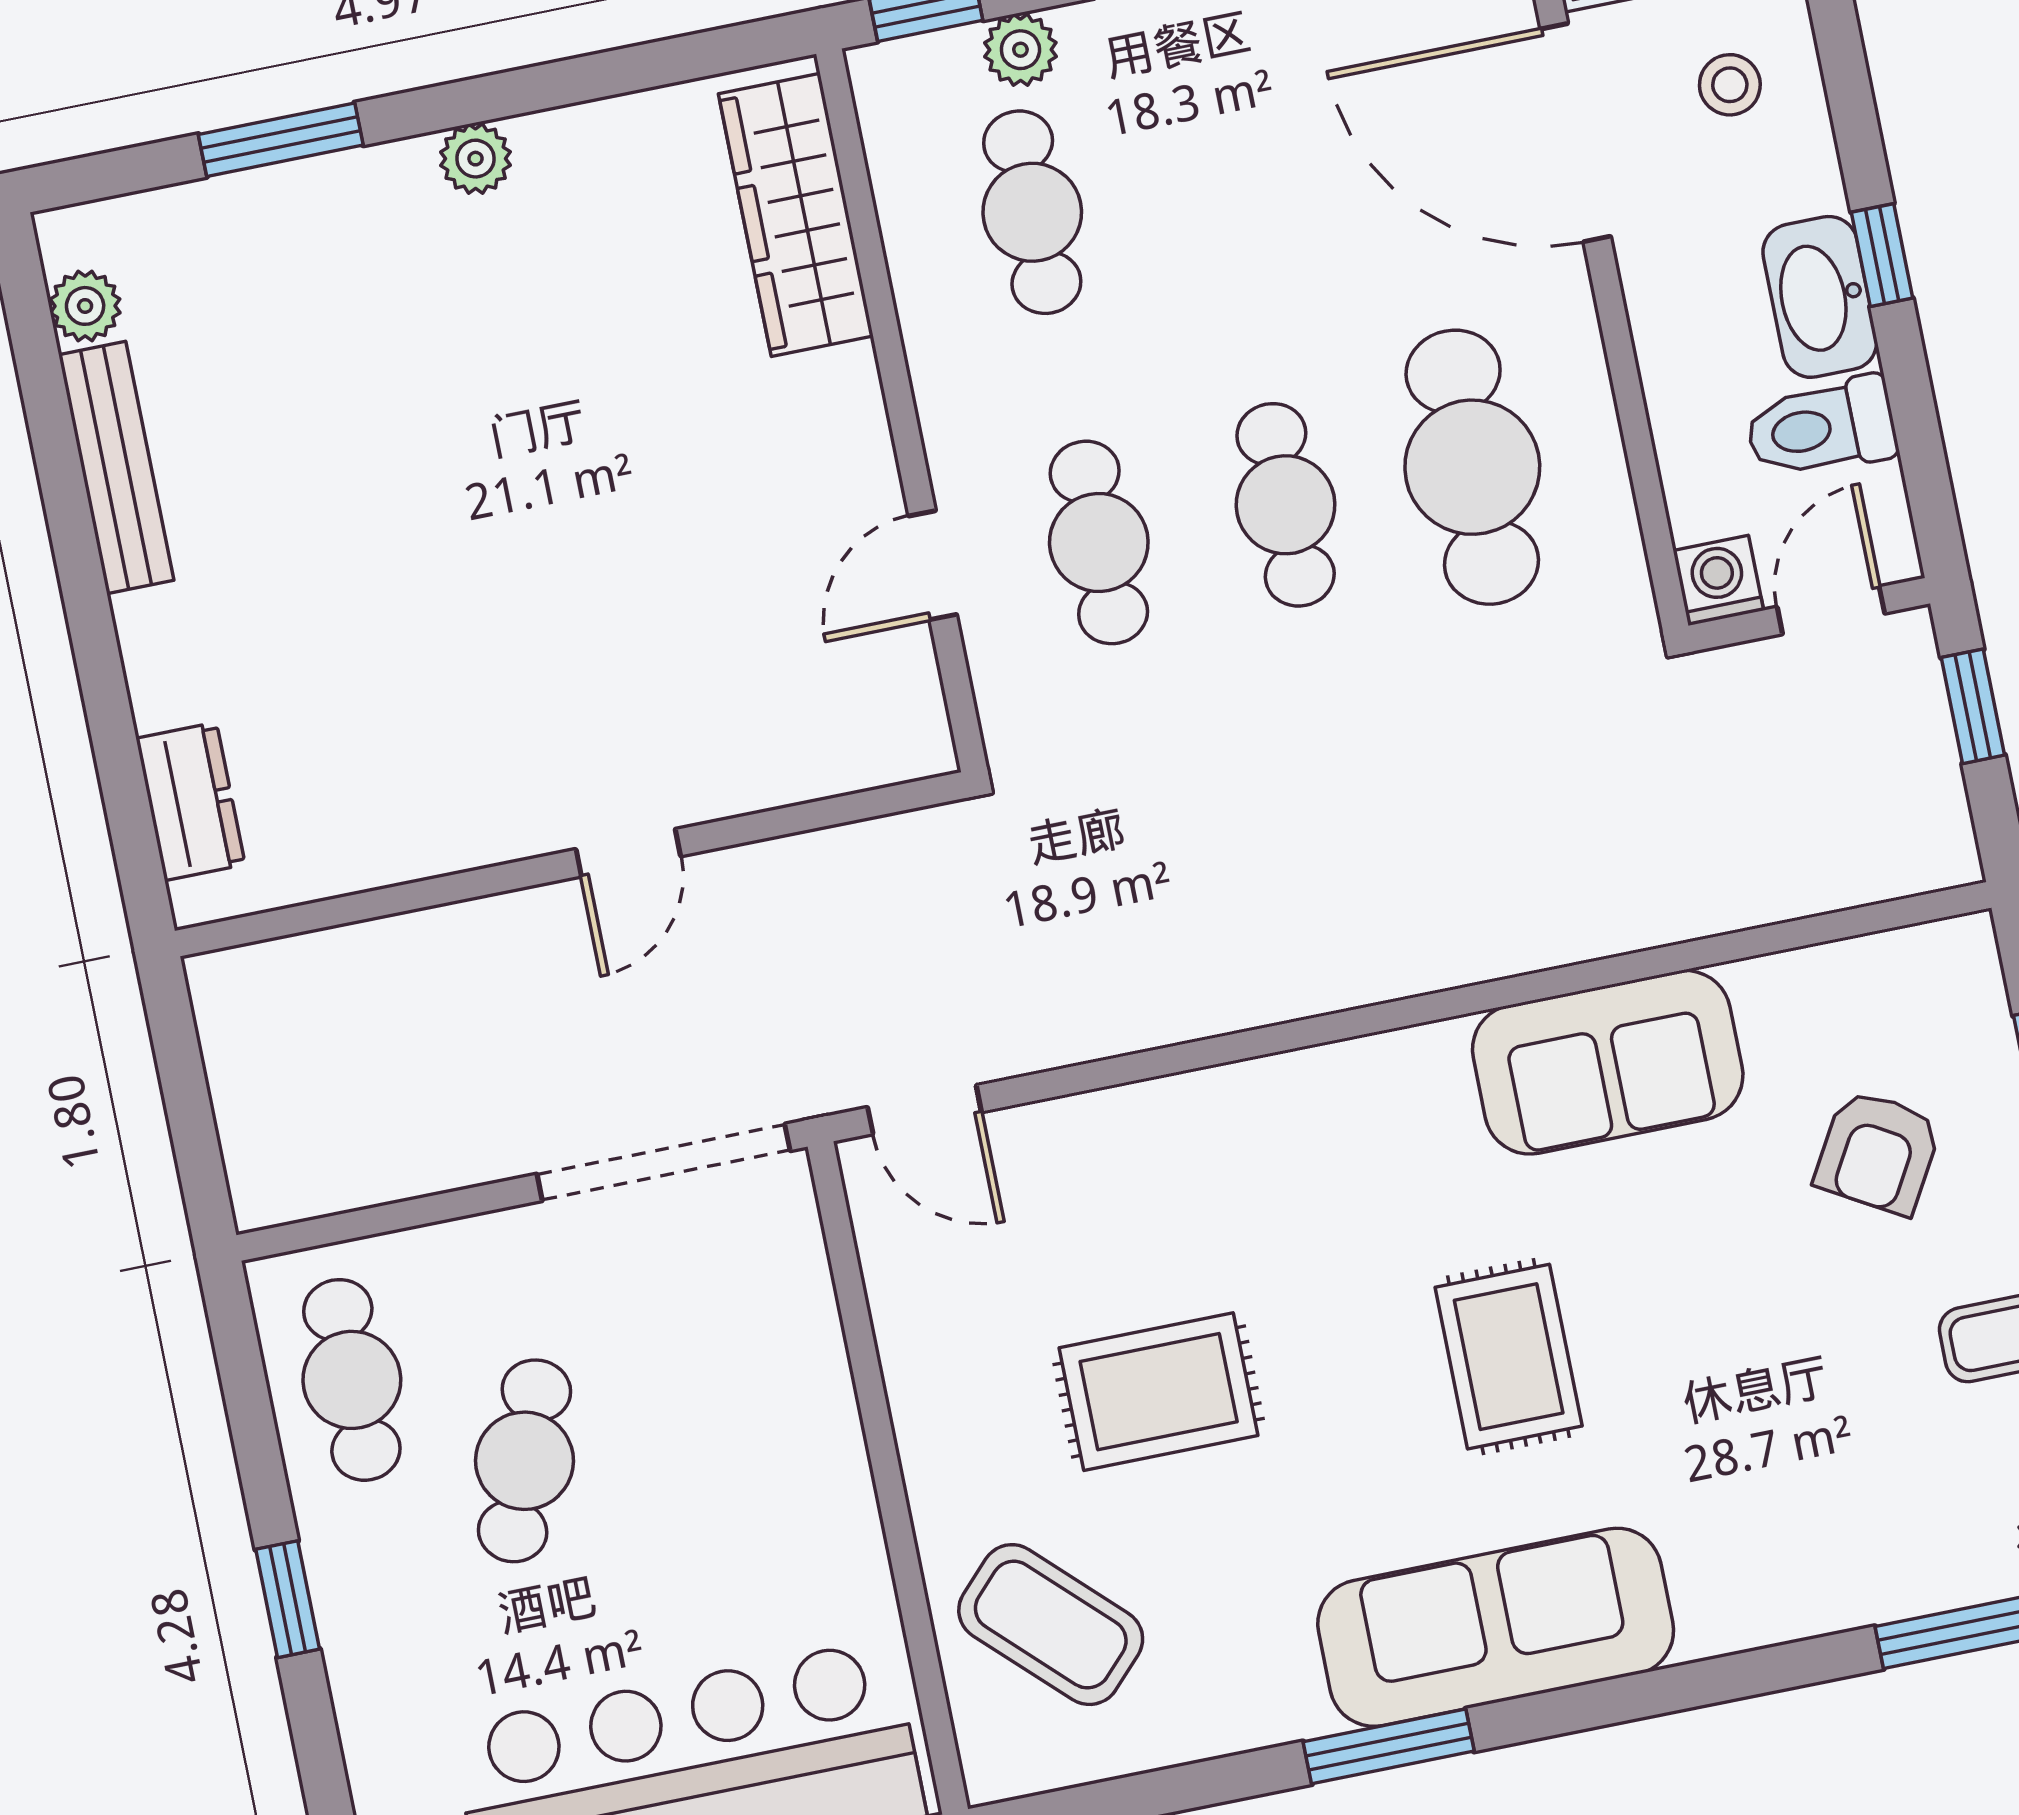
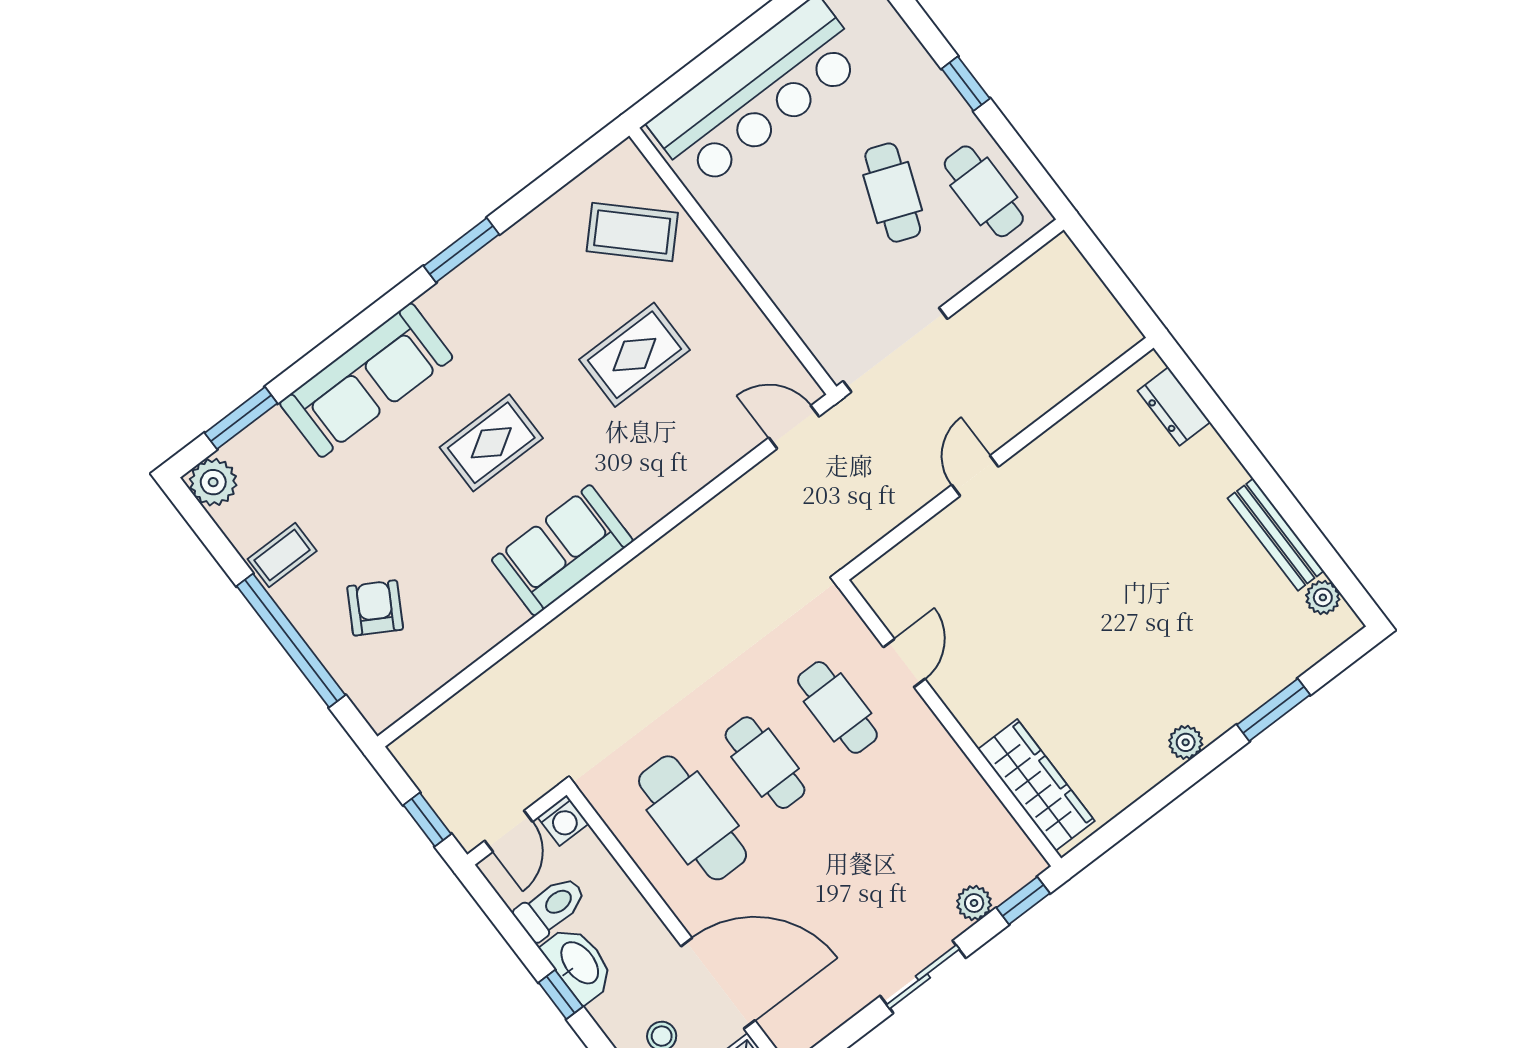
cafe table: (1032, 212) -> (935, 836), removed
sofa: (1608, 1062) -> (562, 550), moved
rug: (1509, 1357) -> (491, 443), turned 90
sofa: (1496, 1627) -> (366, 380), moved

